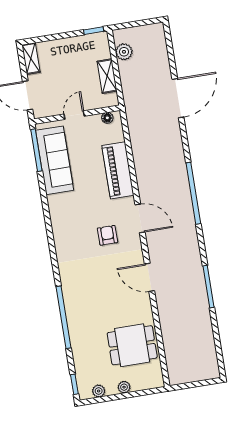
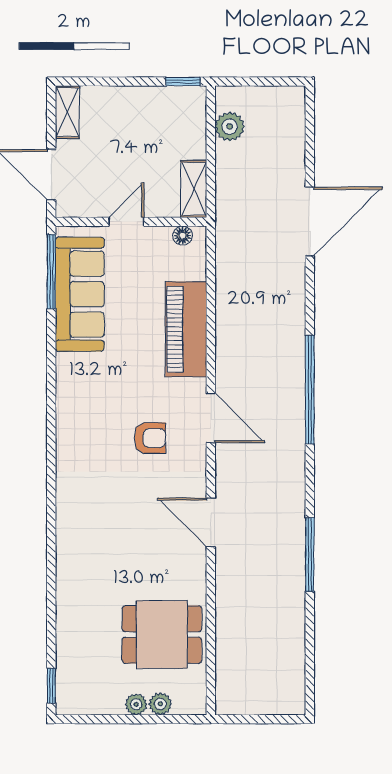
shelving: (107, 76) -> (194, 189), moved
armchair: (107, 235) -> (150, 438), turned 90
window: (64, 317) -> (51, 567), removed
plant: (99, 391) -> (160, 704), moved

